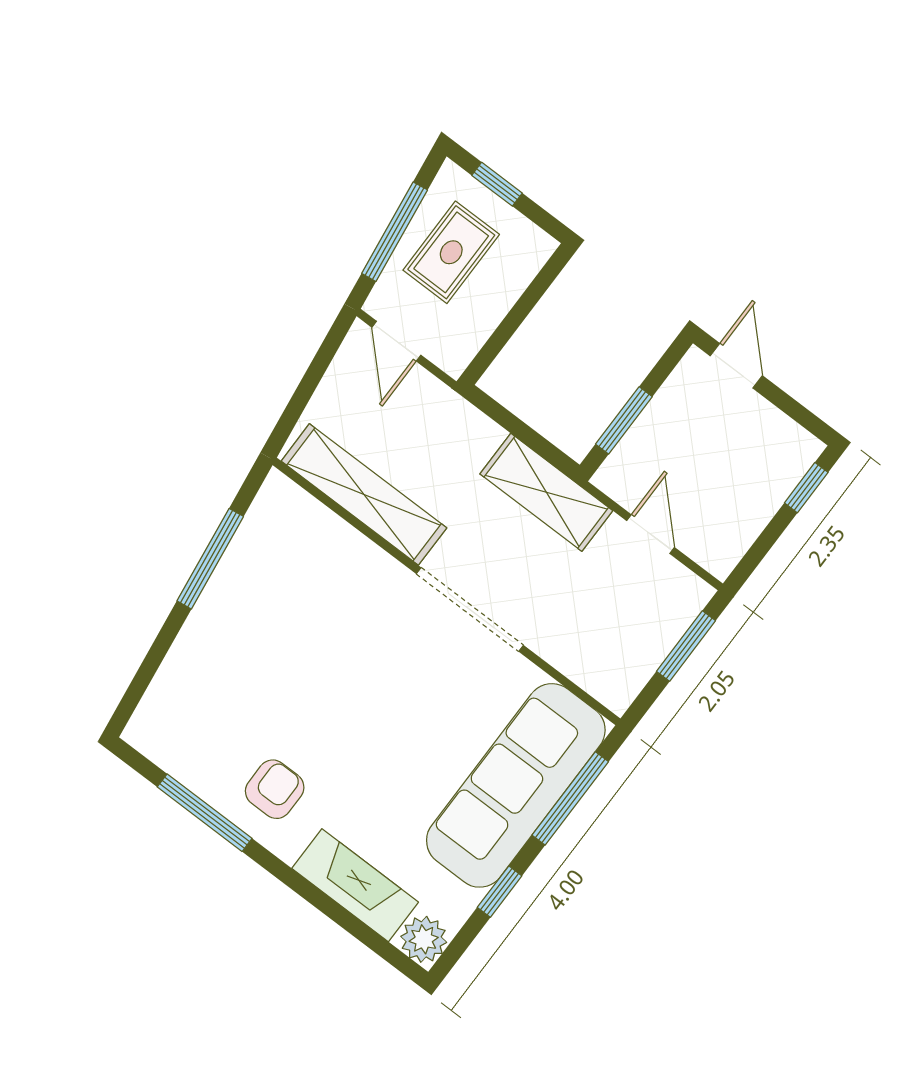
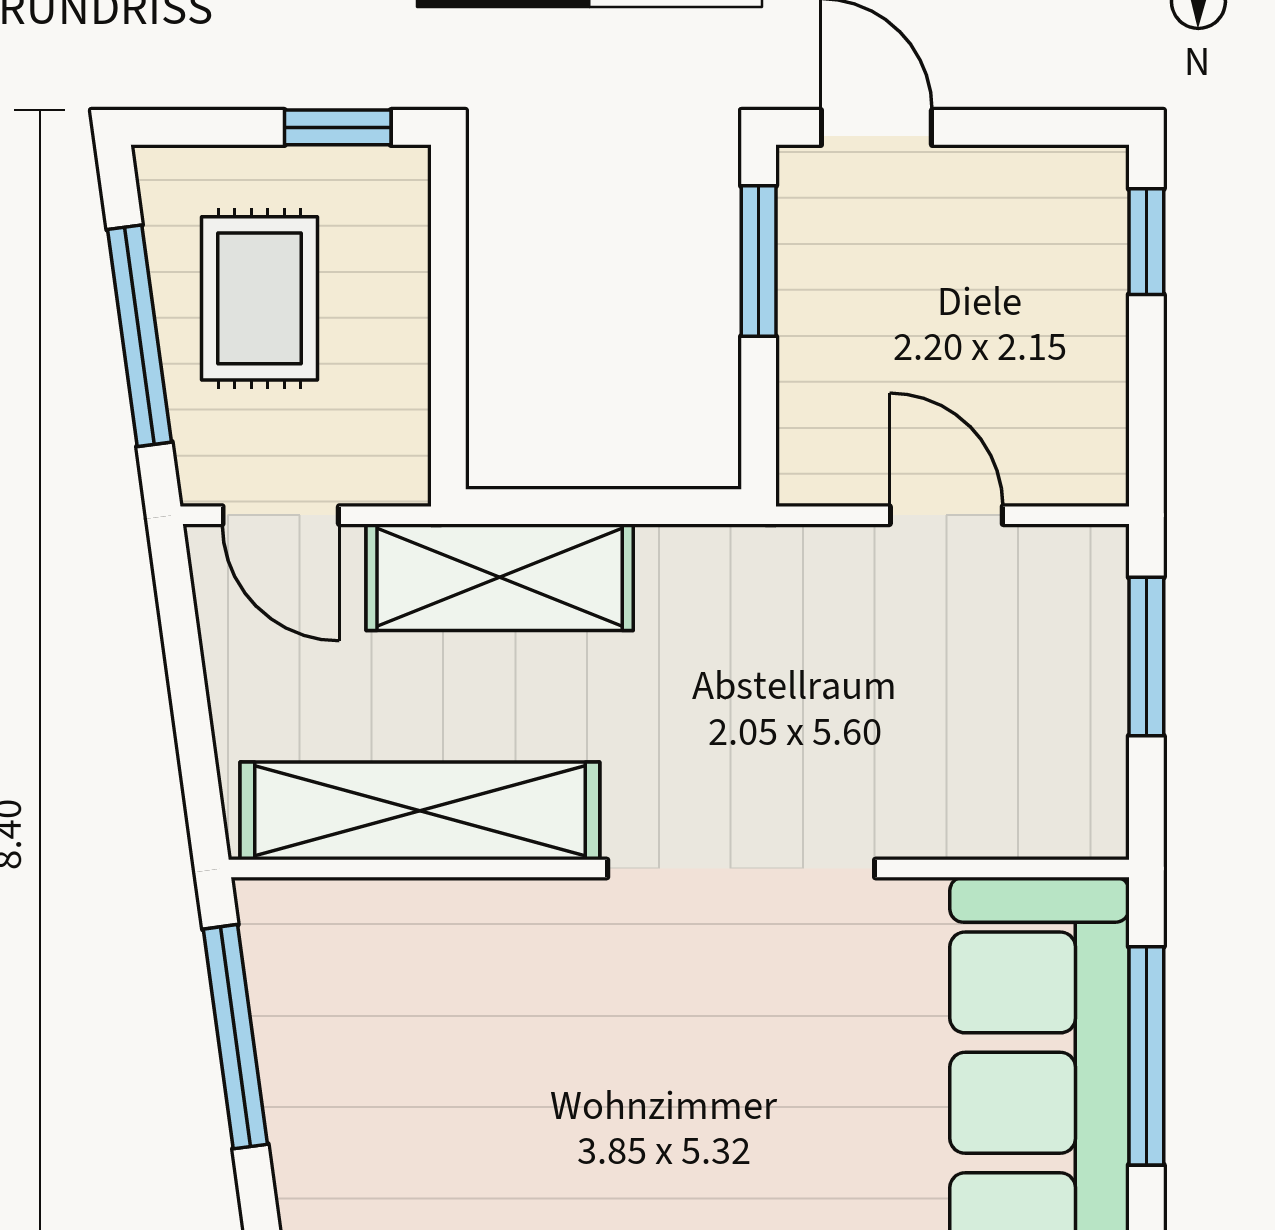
window: (497, 184) -> (338, 127), moved
window: (624, 420) -> (759, 261), moved
shelving: (546, 492) -> (500, 577), moved
window: (210, 559) -> (235, 1037), moved

